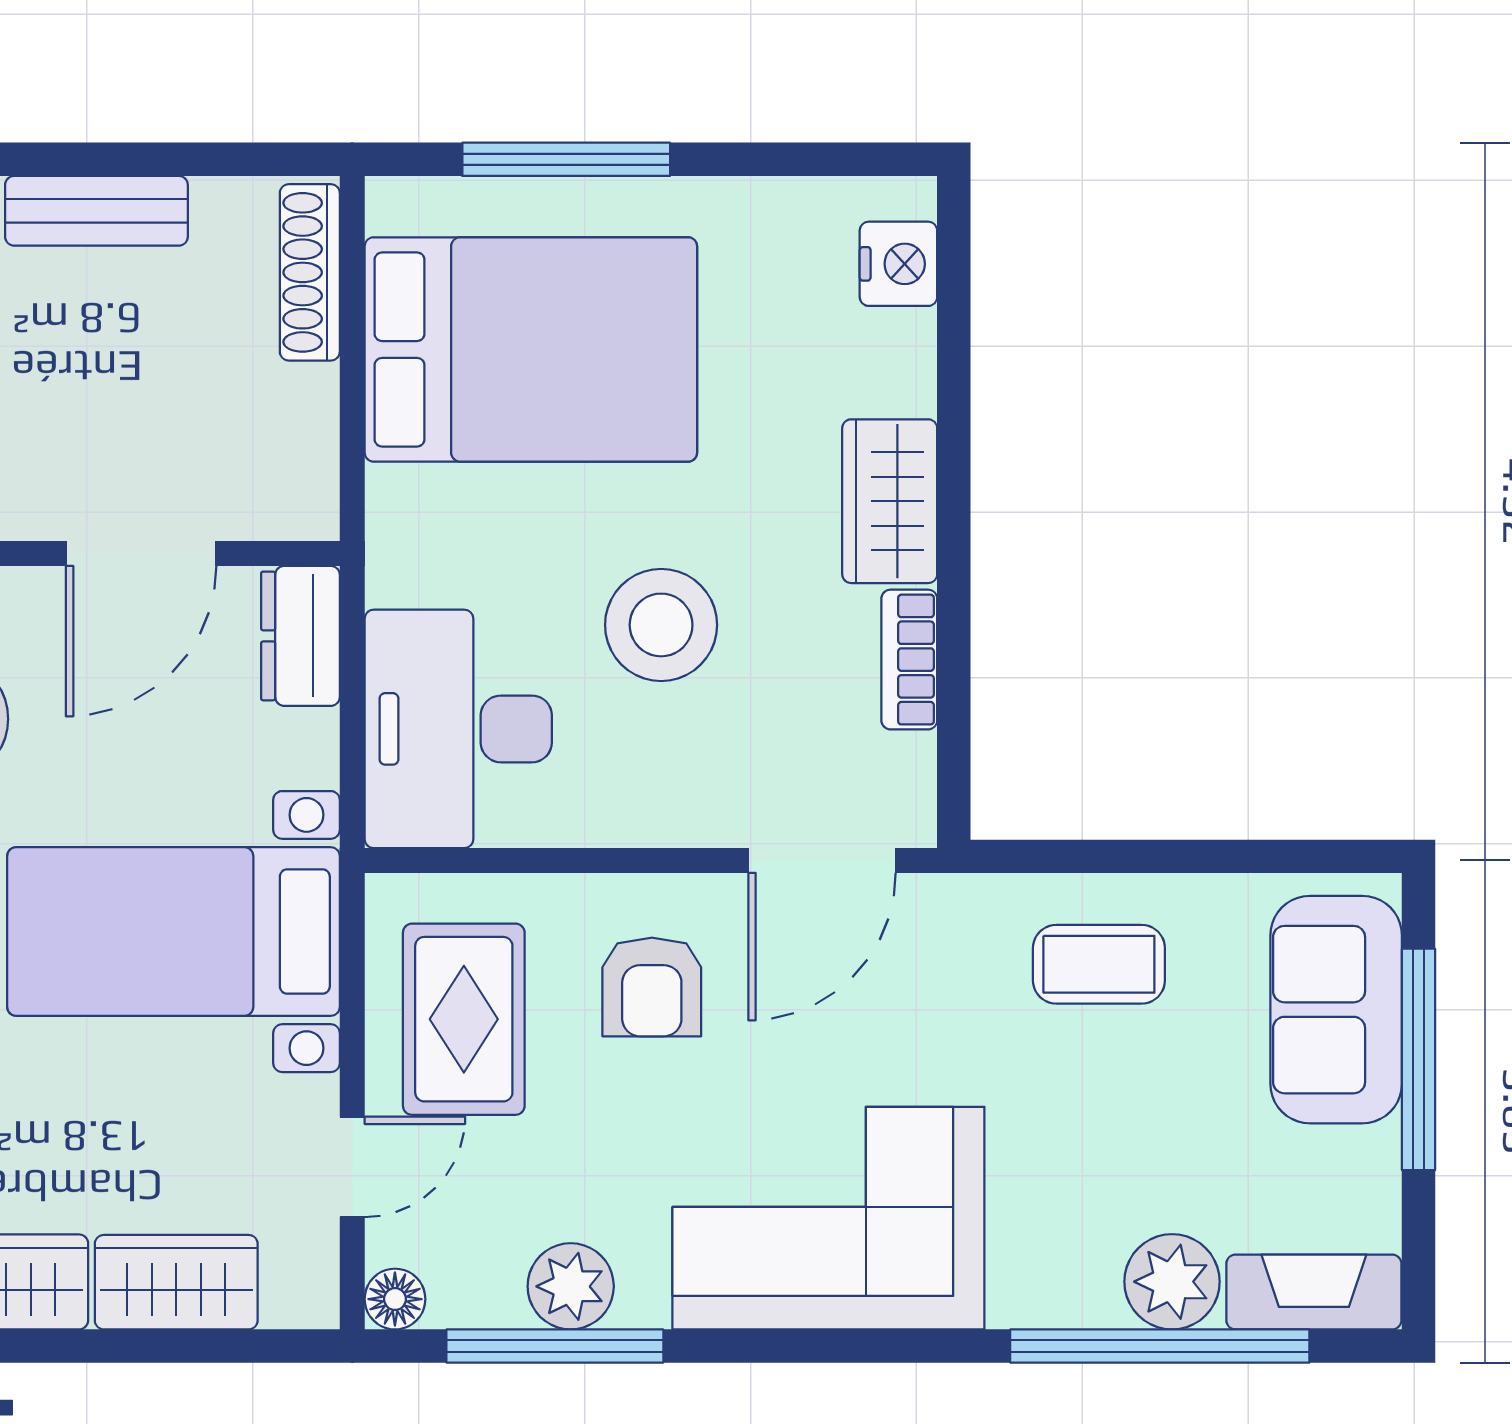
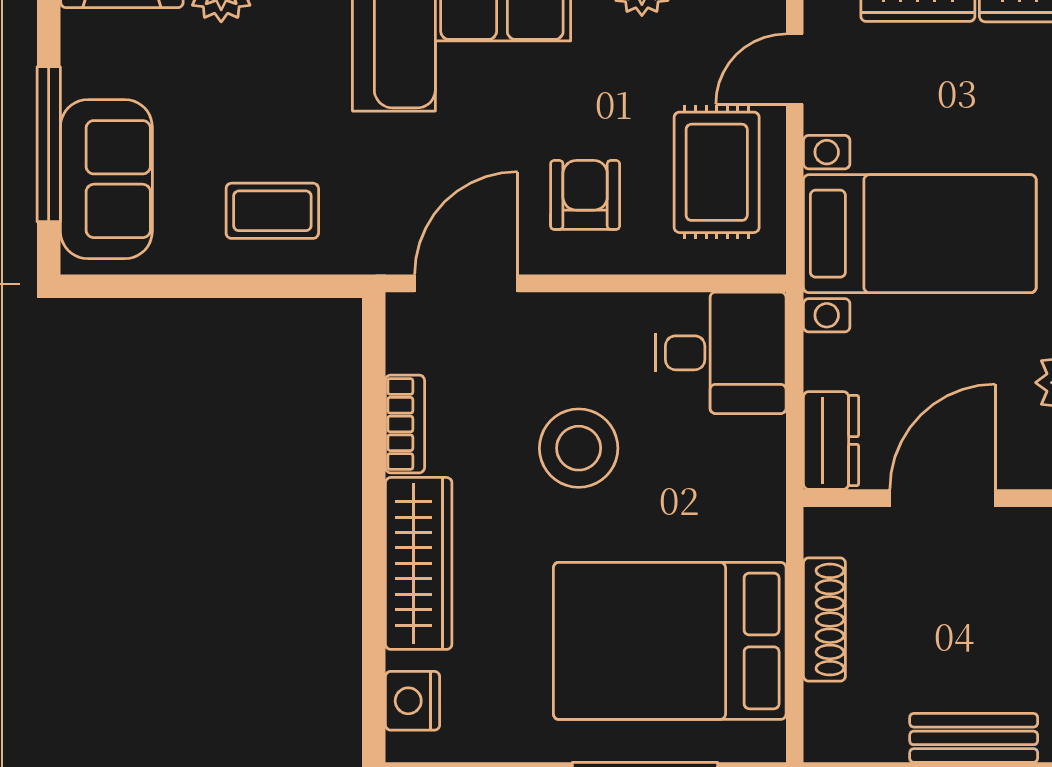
shoe rack: (310, 272) -> (824, 620), moved
wardrobe: (890, 501) -> (419, 563), width x1.50
desk: (458, 729) -> (721, 353), width x0.73

